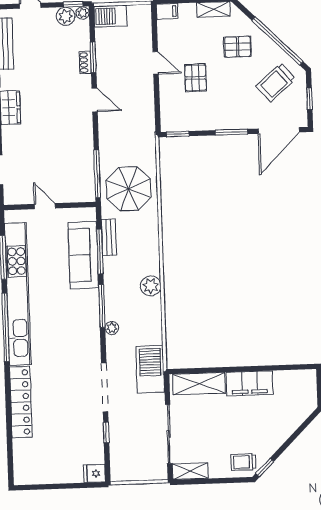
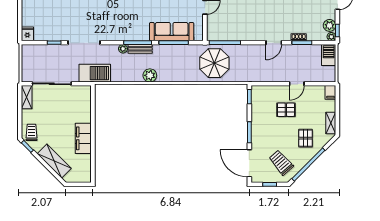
bench: (109, 237) -> (140, 49), moved
shelving: (199, 384) -> (54, 161), moved, turned -45

